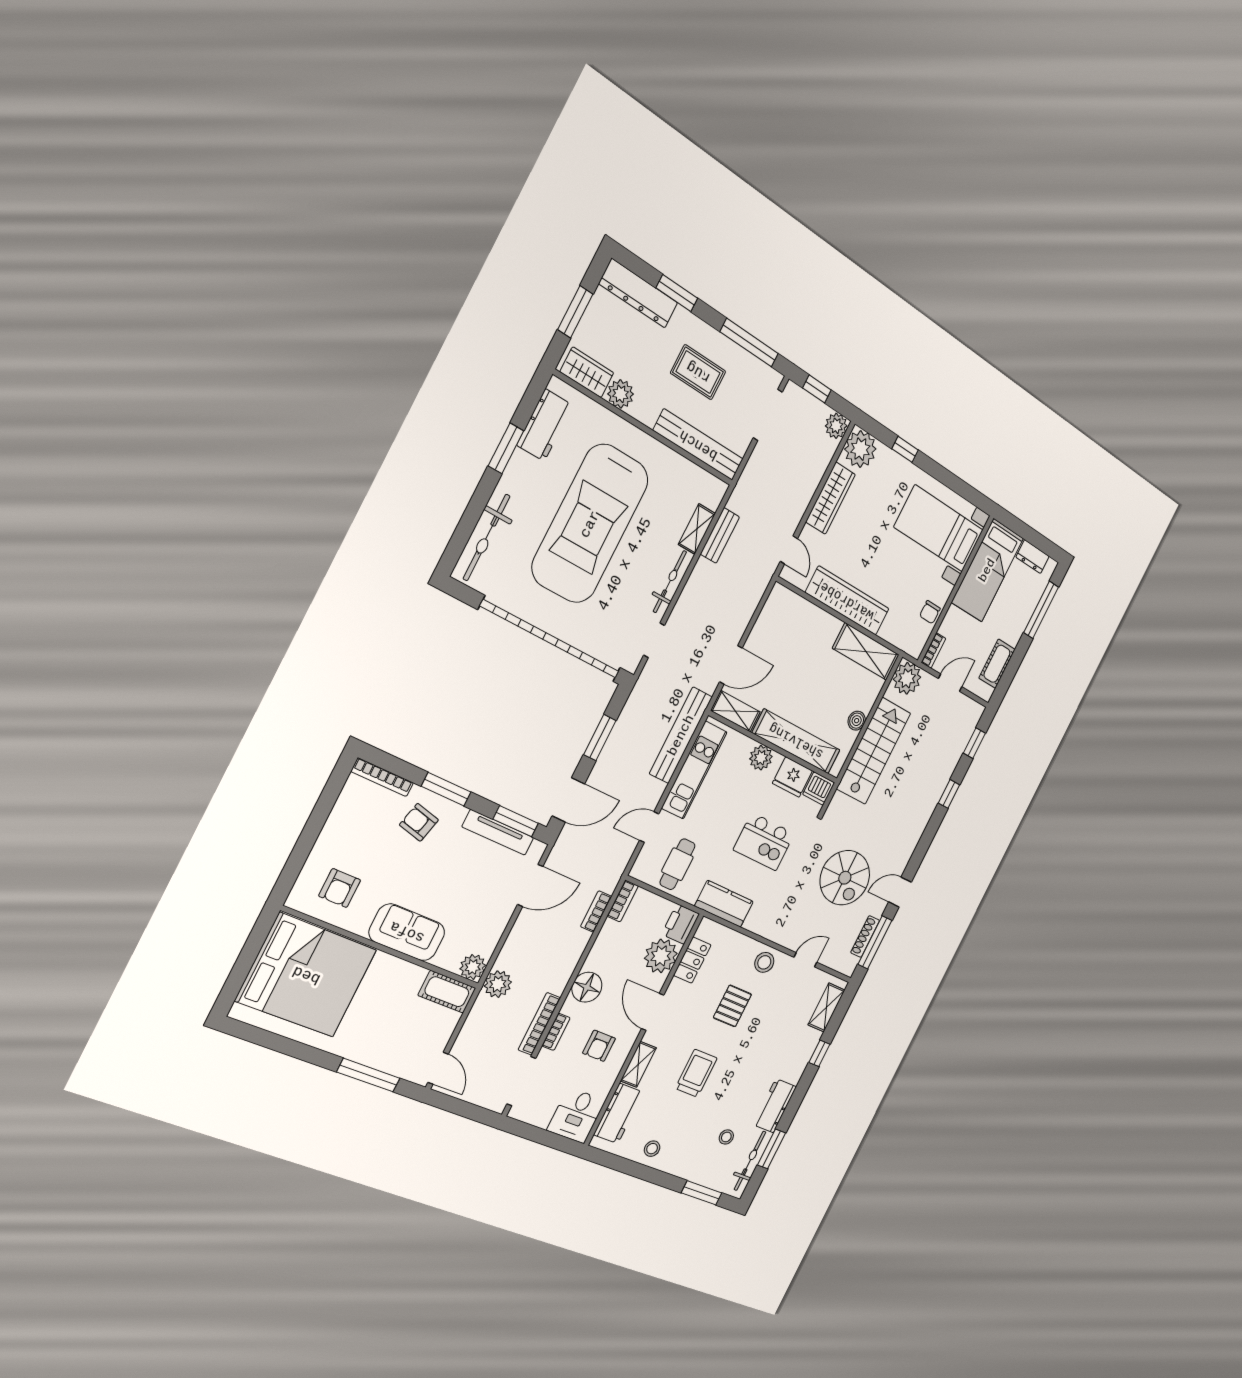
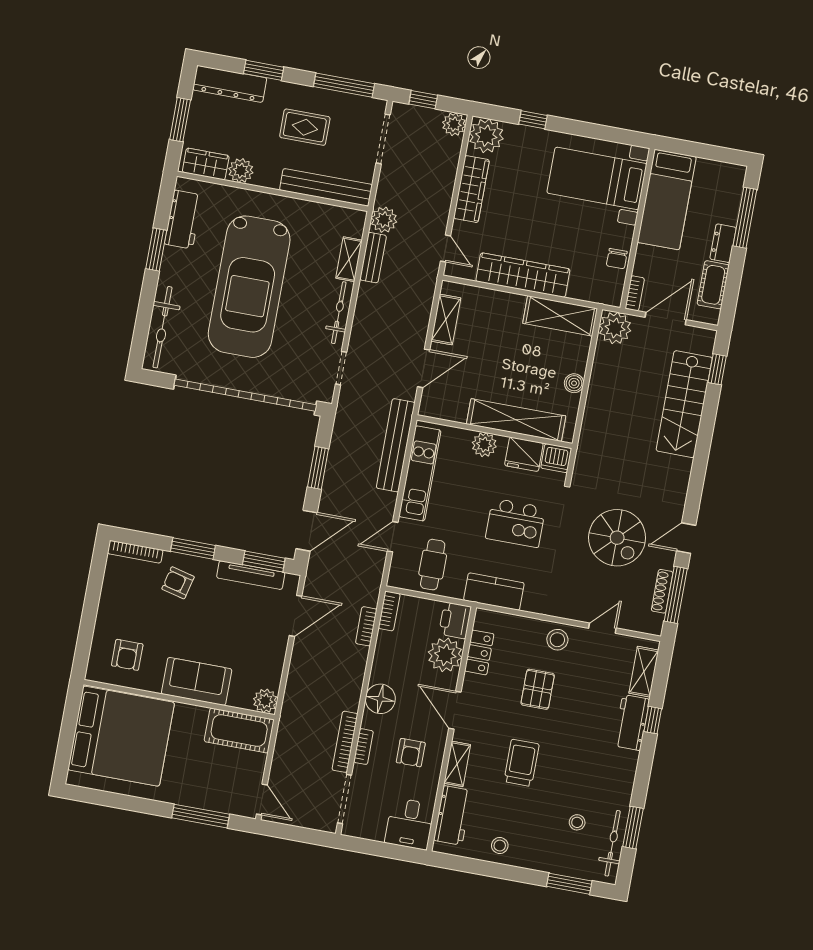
dresser: (1033, 557) -> (723, 243), moved, turned 90
door: (950, 683) -> (666, 318), width x1.38
shelving: (735, 711) -> (446, 320), moved, turned 90
stairs: (874, 751) -> (684, 404), moved, turned 180
window: (949, 794) -> (707, 427), removed
plant: (498, 984) -> (384, 220), moved
cot: (447, 992) -> (239, 731), width x1.37, depth x1.34
workbench: (775, 1106) -> (632, 722), moved

